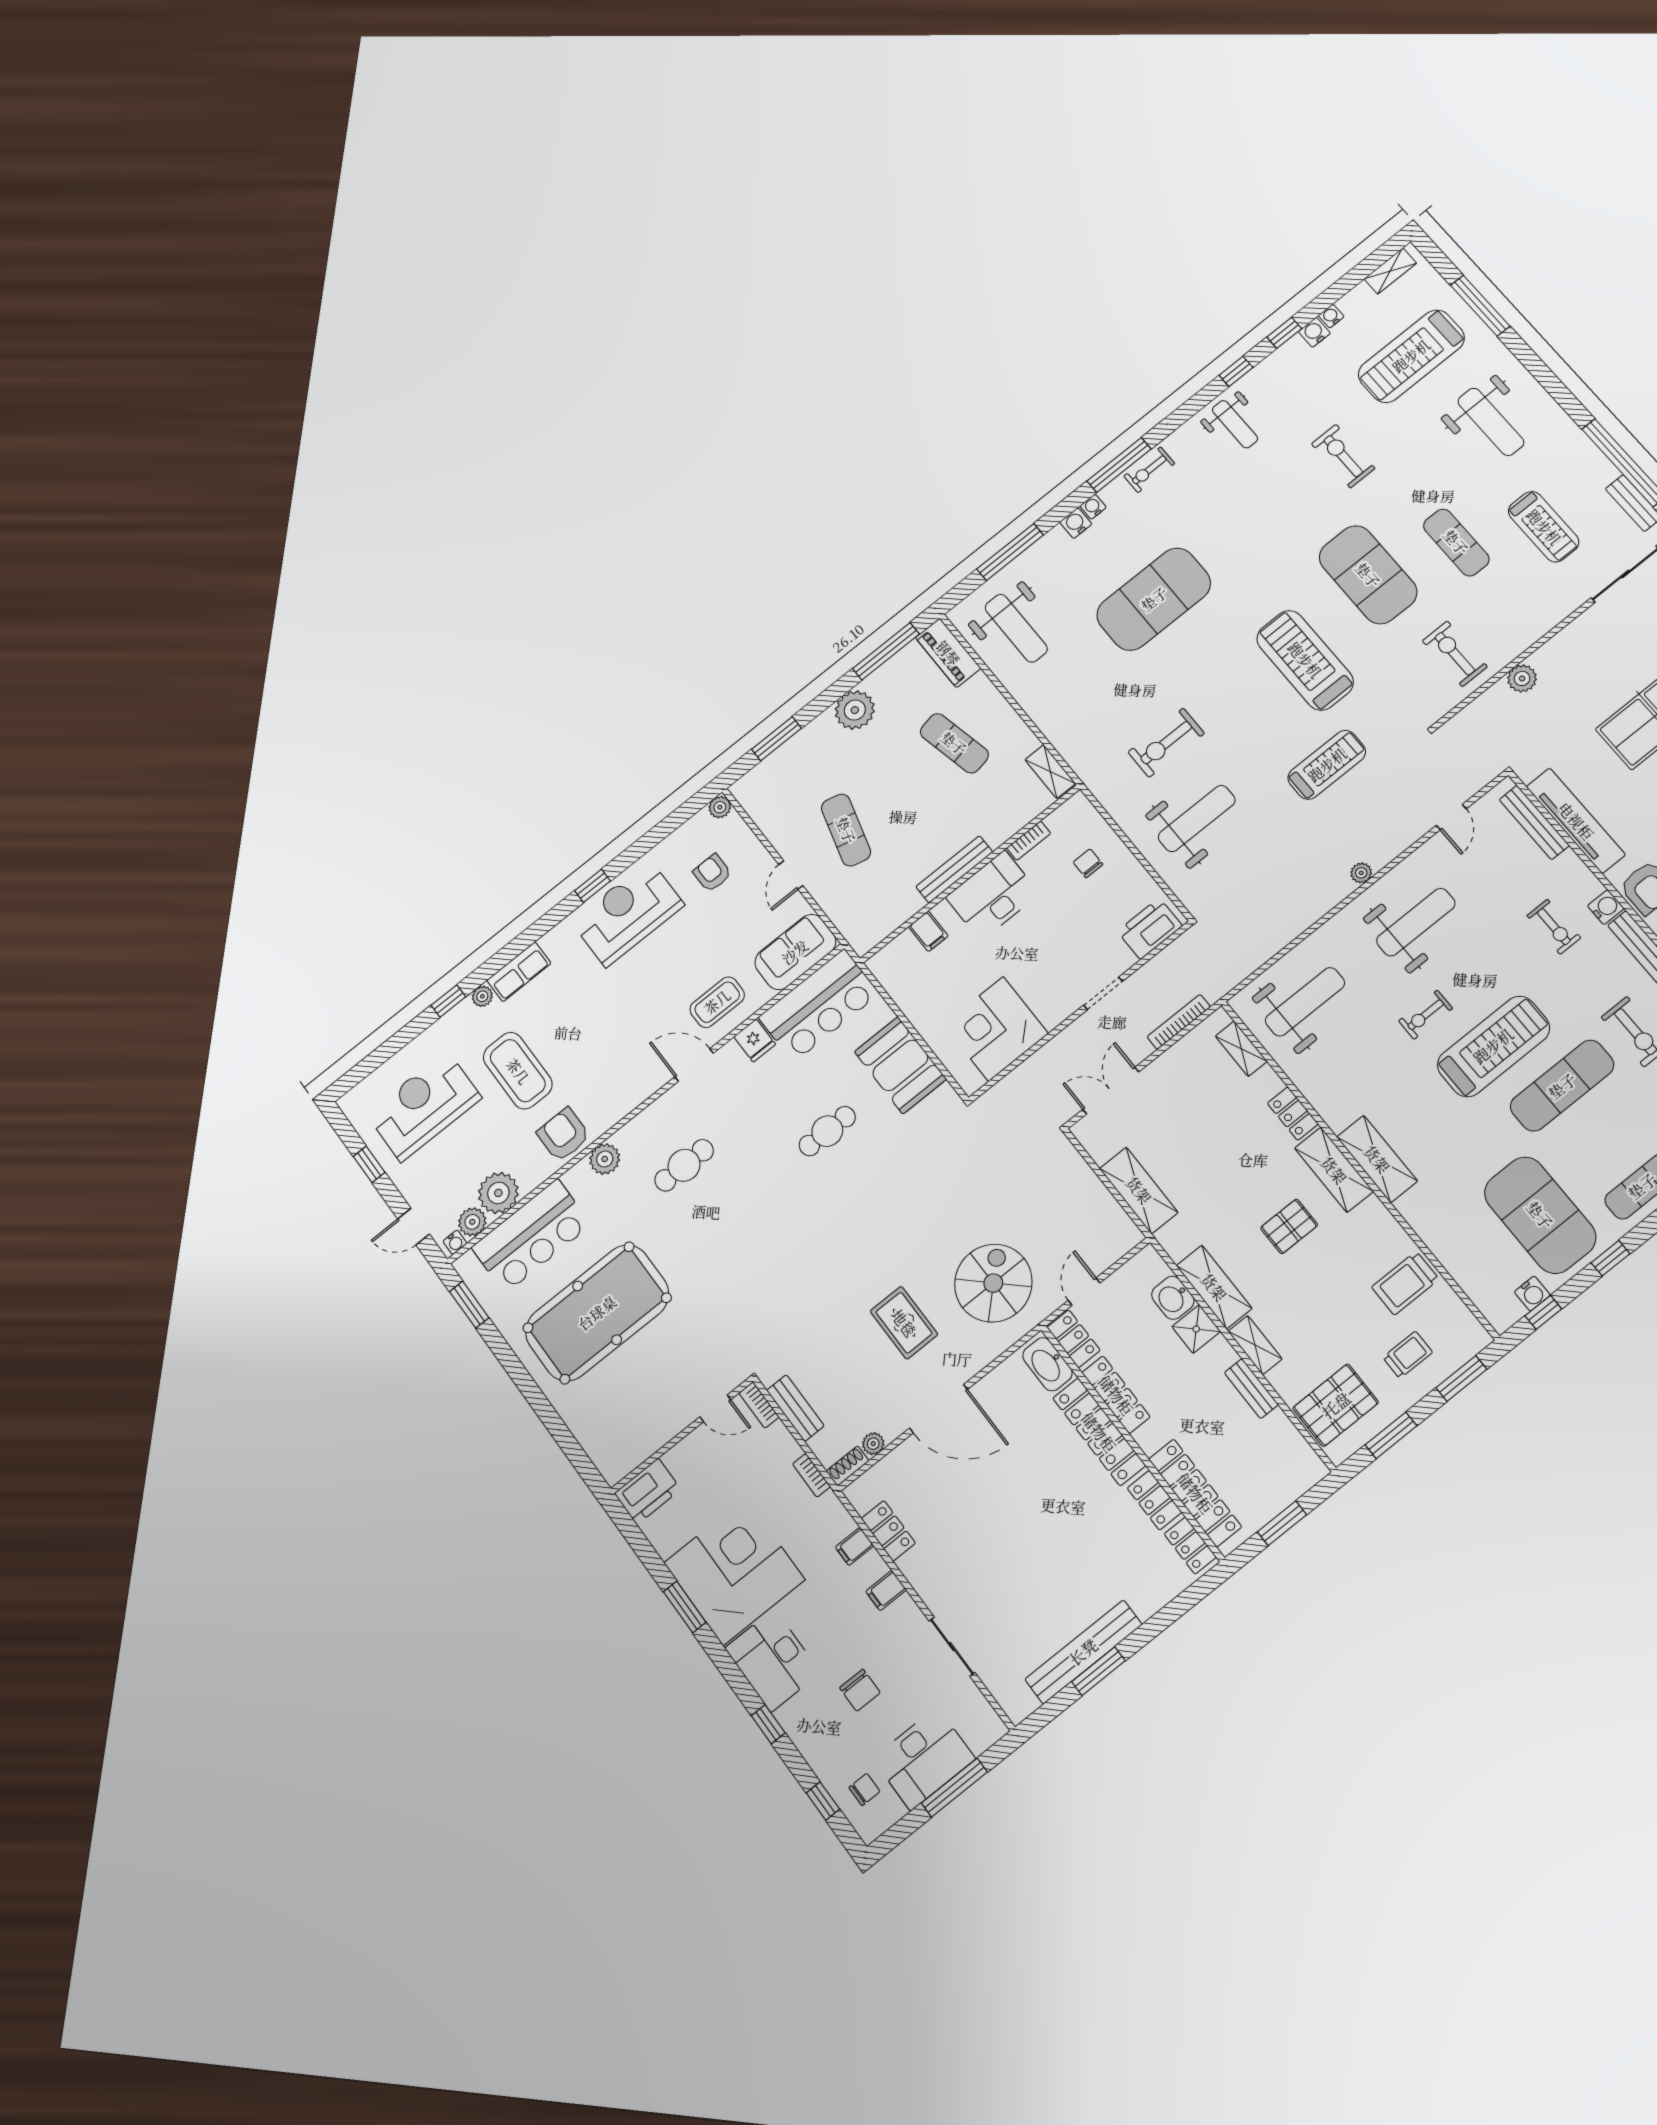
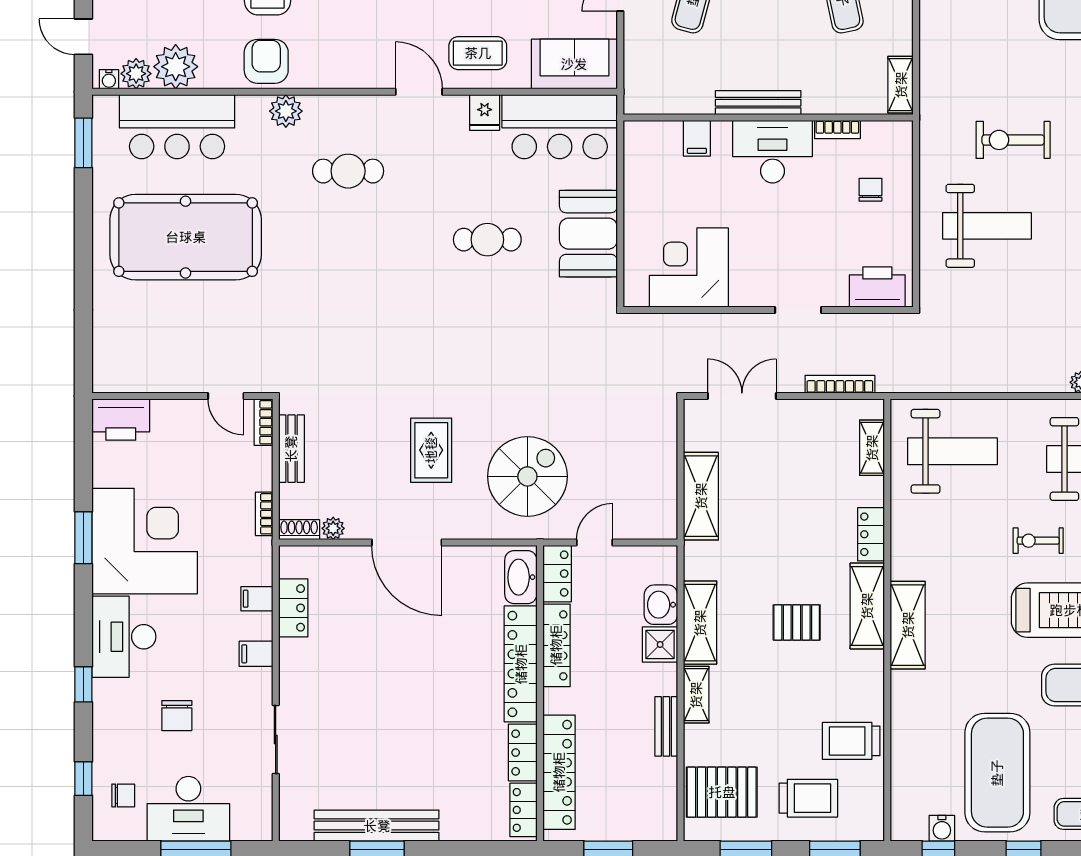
trolley: (1408, 1355) -> (808, 798), width x1.36, depth x1.39

